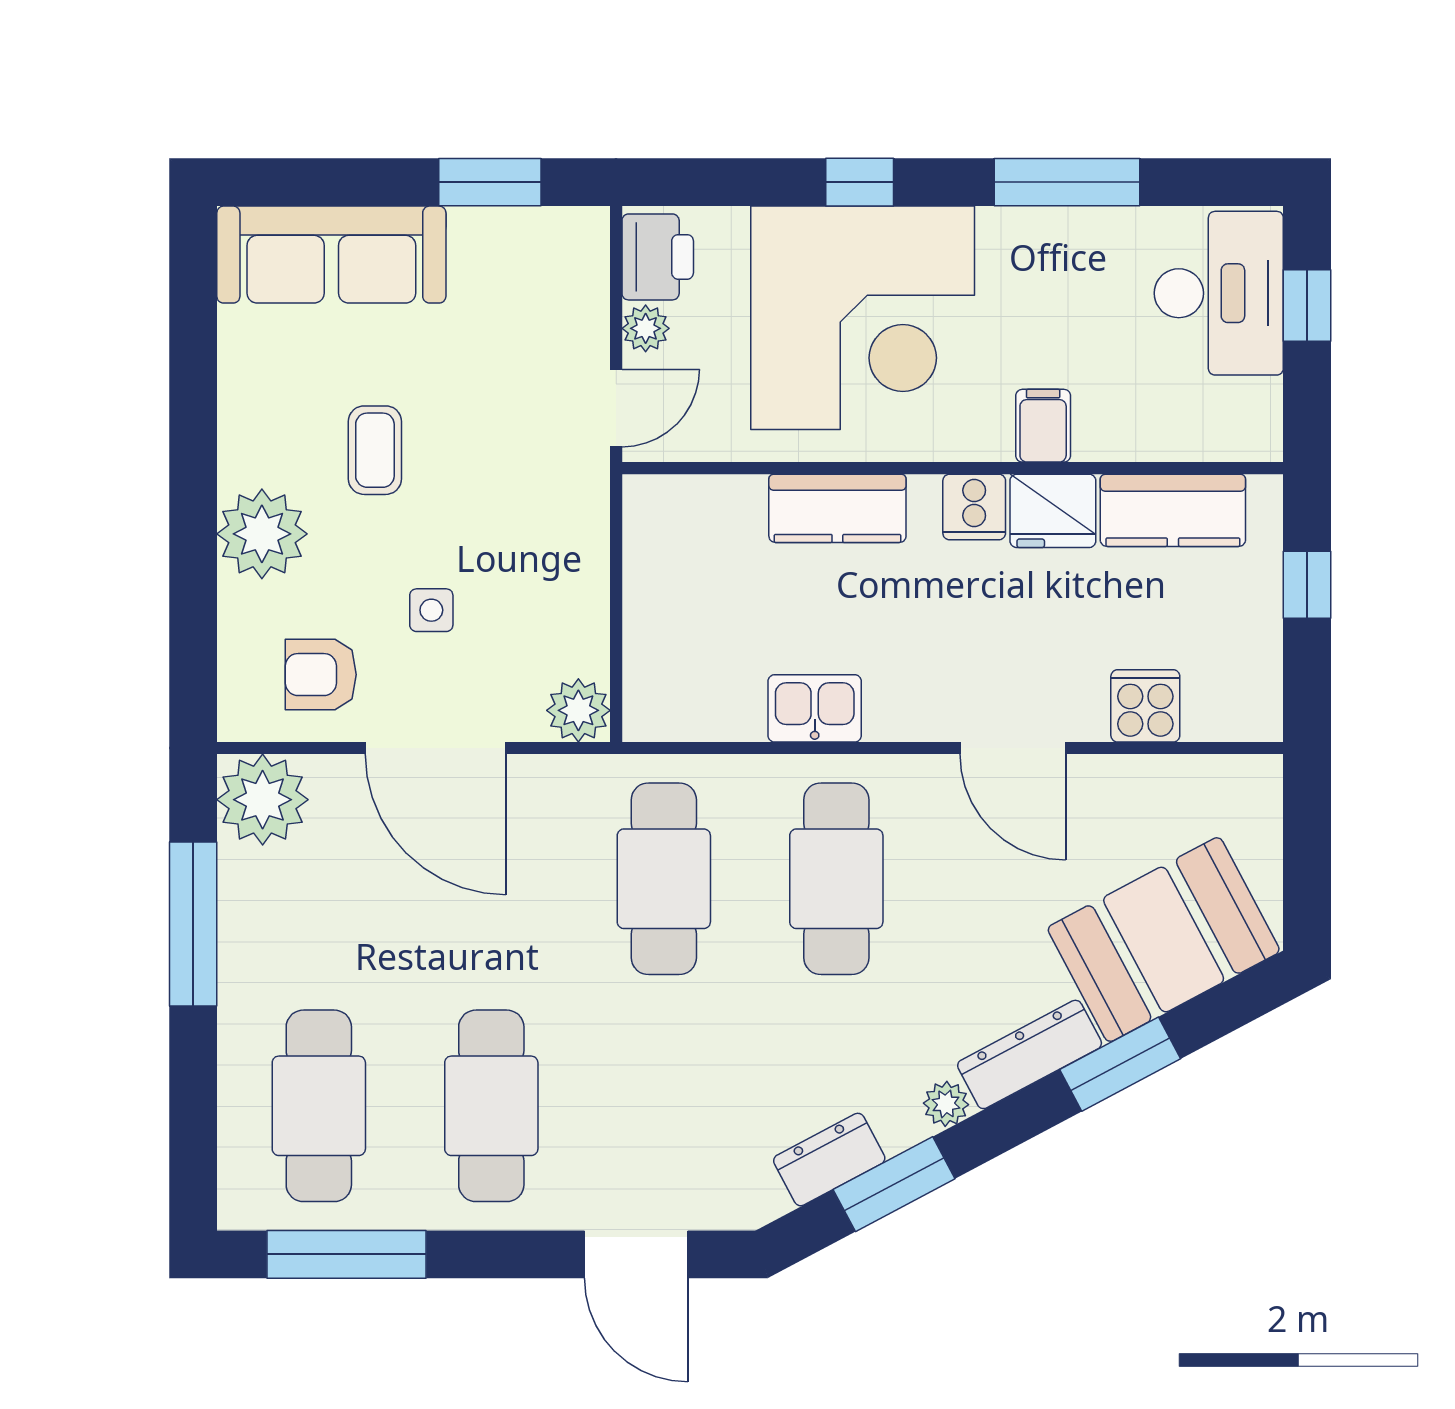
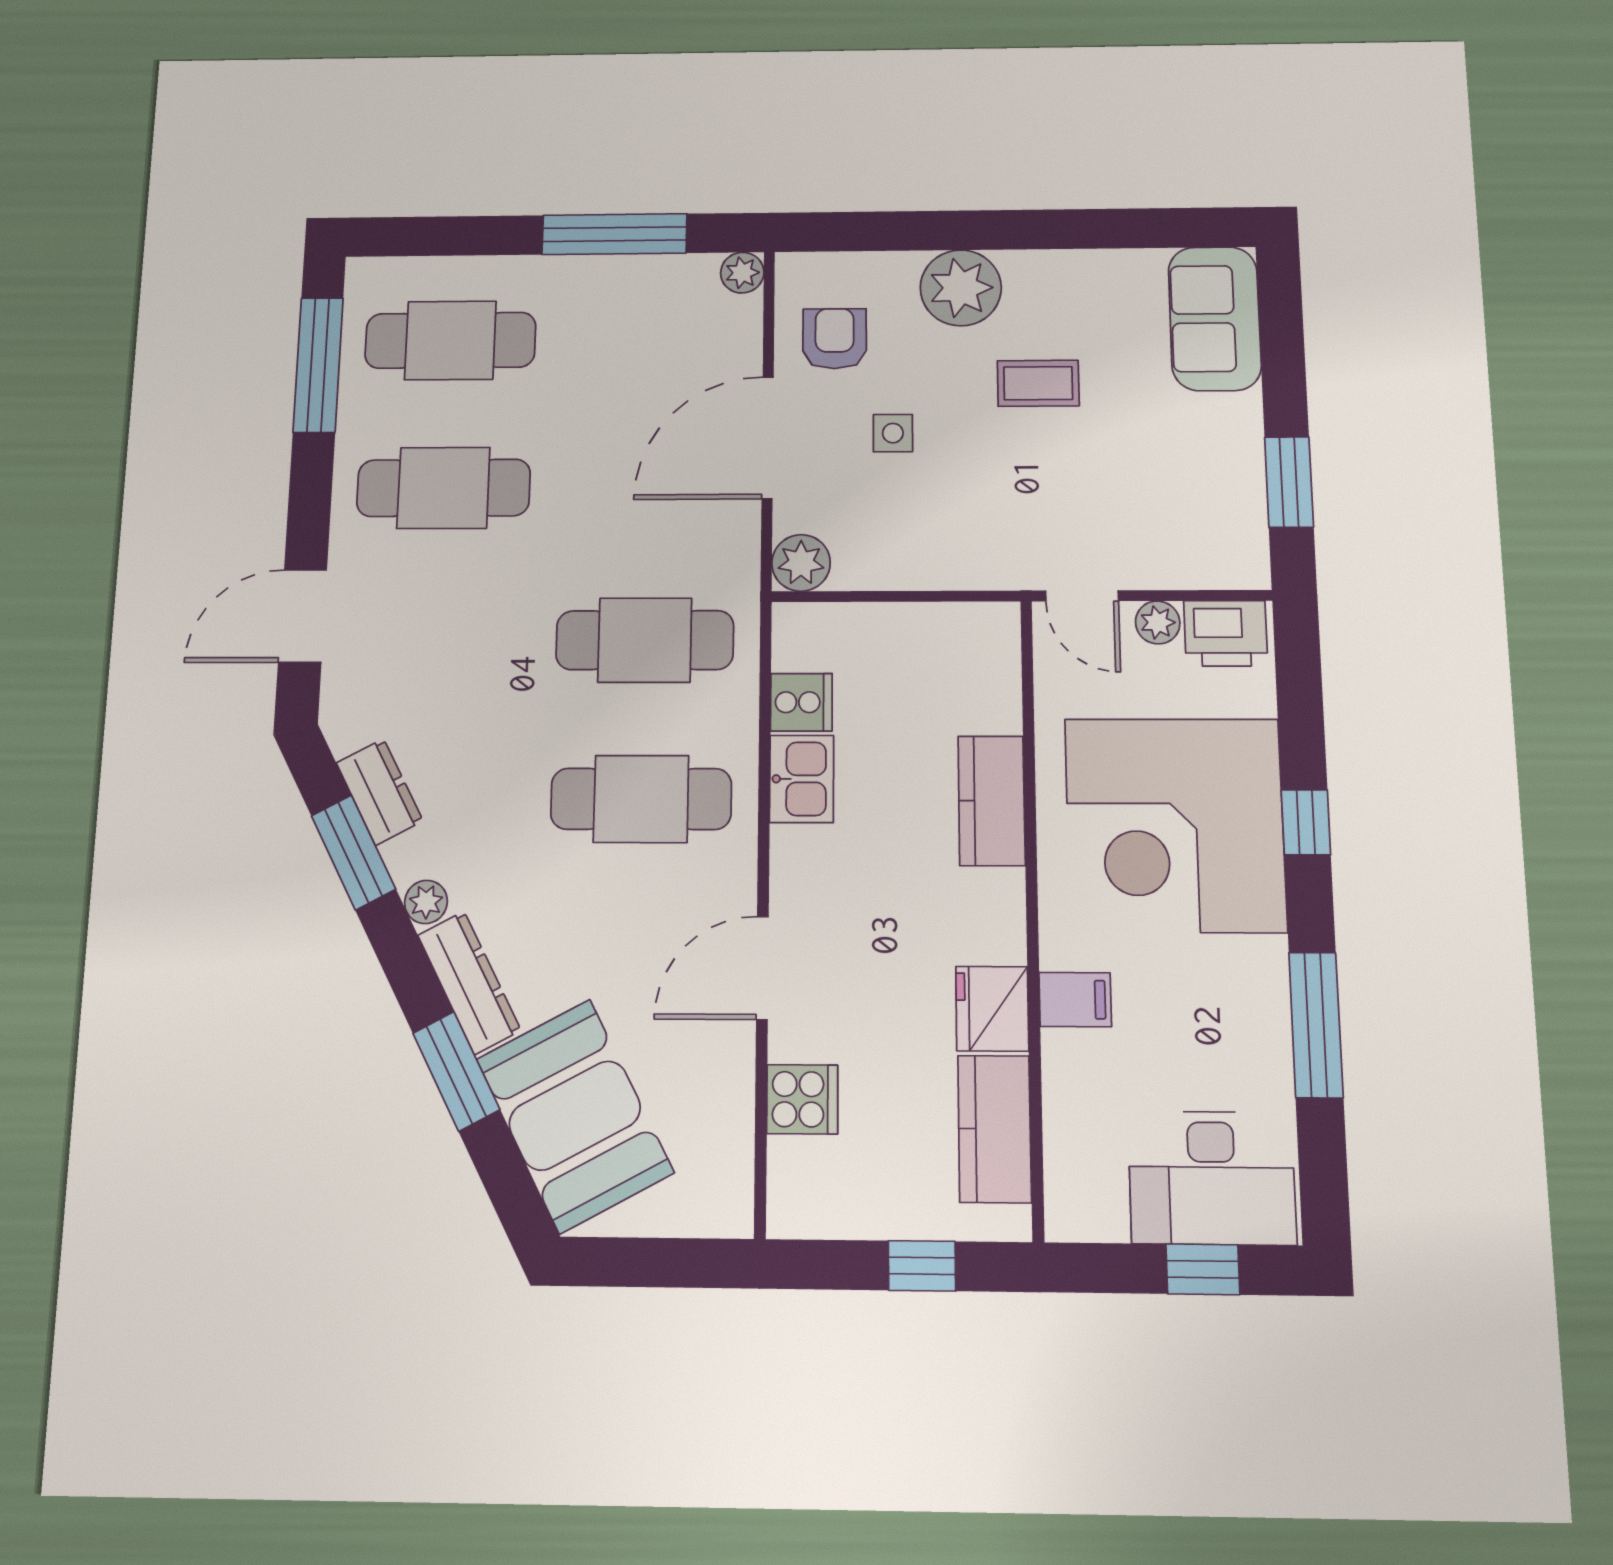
sofa: (331, 255) -> (1215, 318), width x0.73
cooker: (974, 507) -> (801, 702), moved, turned 180
plant: (263, 800) -> (742, 273), width x0.53, depth x0.53

